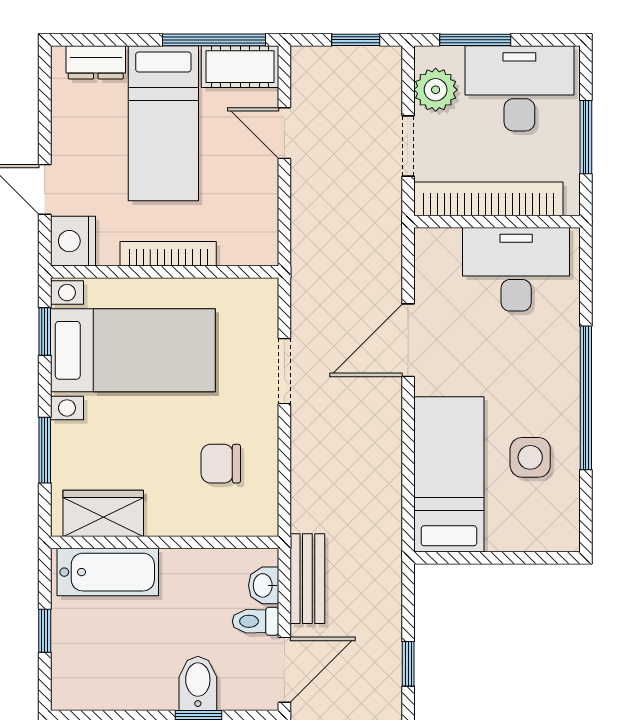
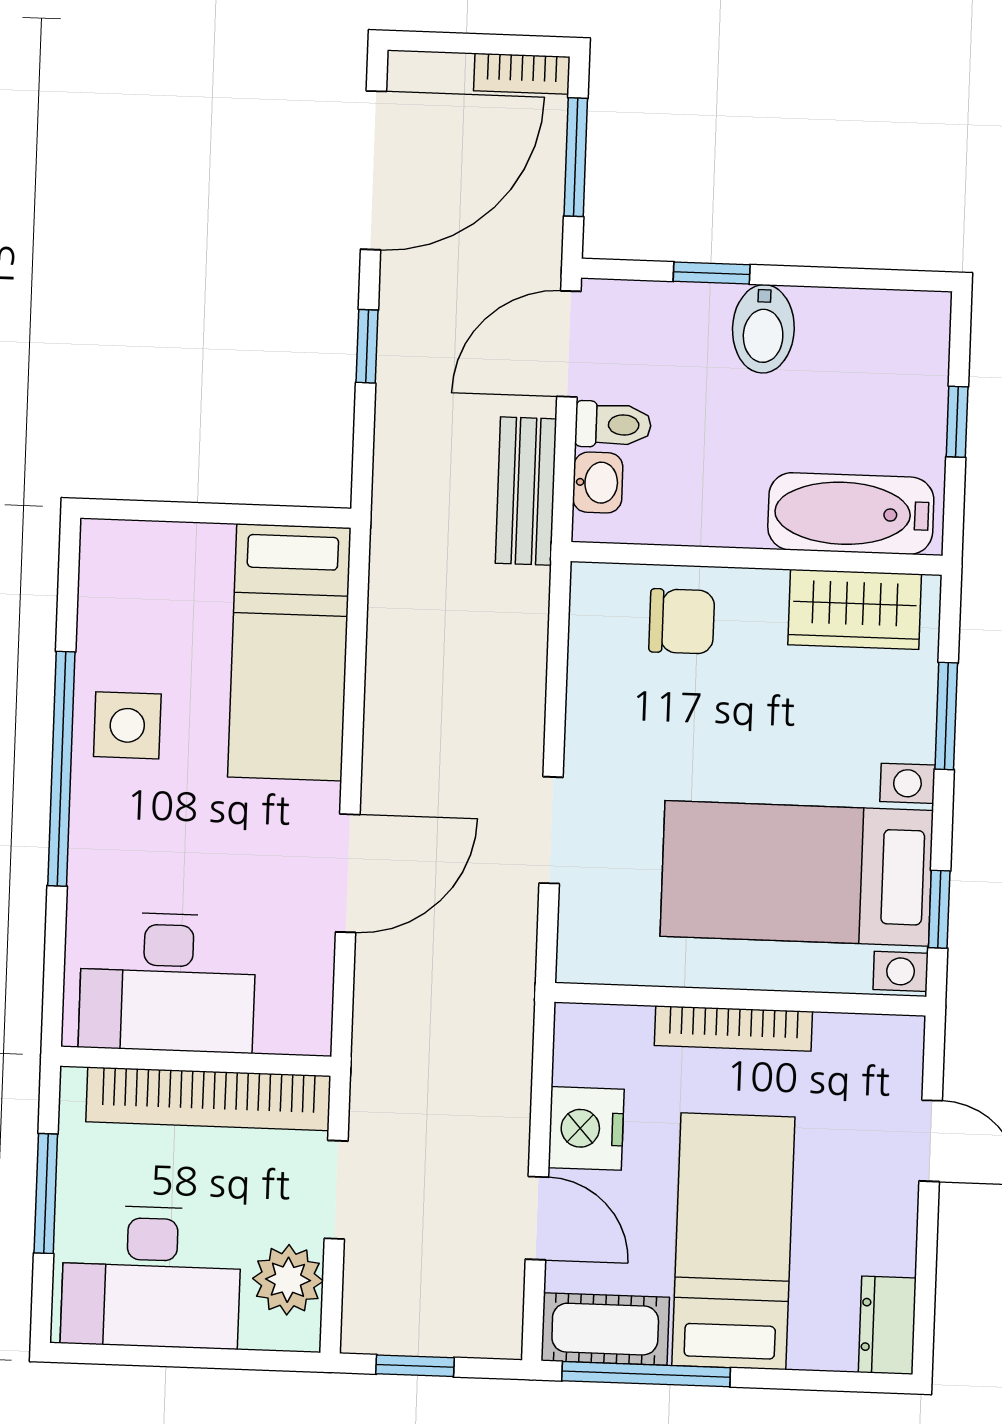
window: (475, 40) -> (220, 1359), removed
dresser: (96, 62) -> (887, 1325), moved, turned -90
nightstand: (73, 241) -> (586, 1128), moved, turned 180
side table: (530, 457) -> (127, 725), moved
chair: (221, 464) -> (682, 621), moved
bidet: (198, 683) -> (763, 329), moved

